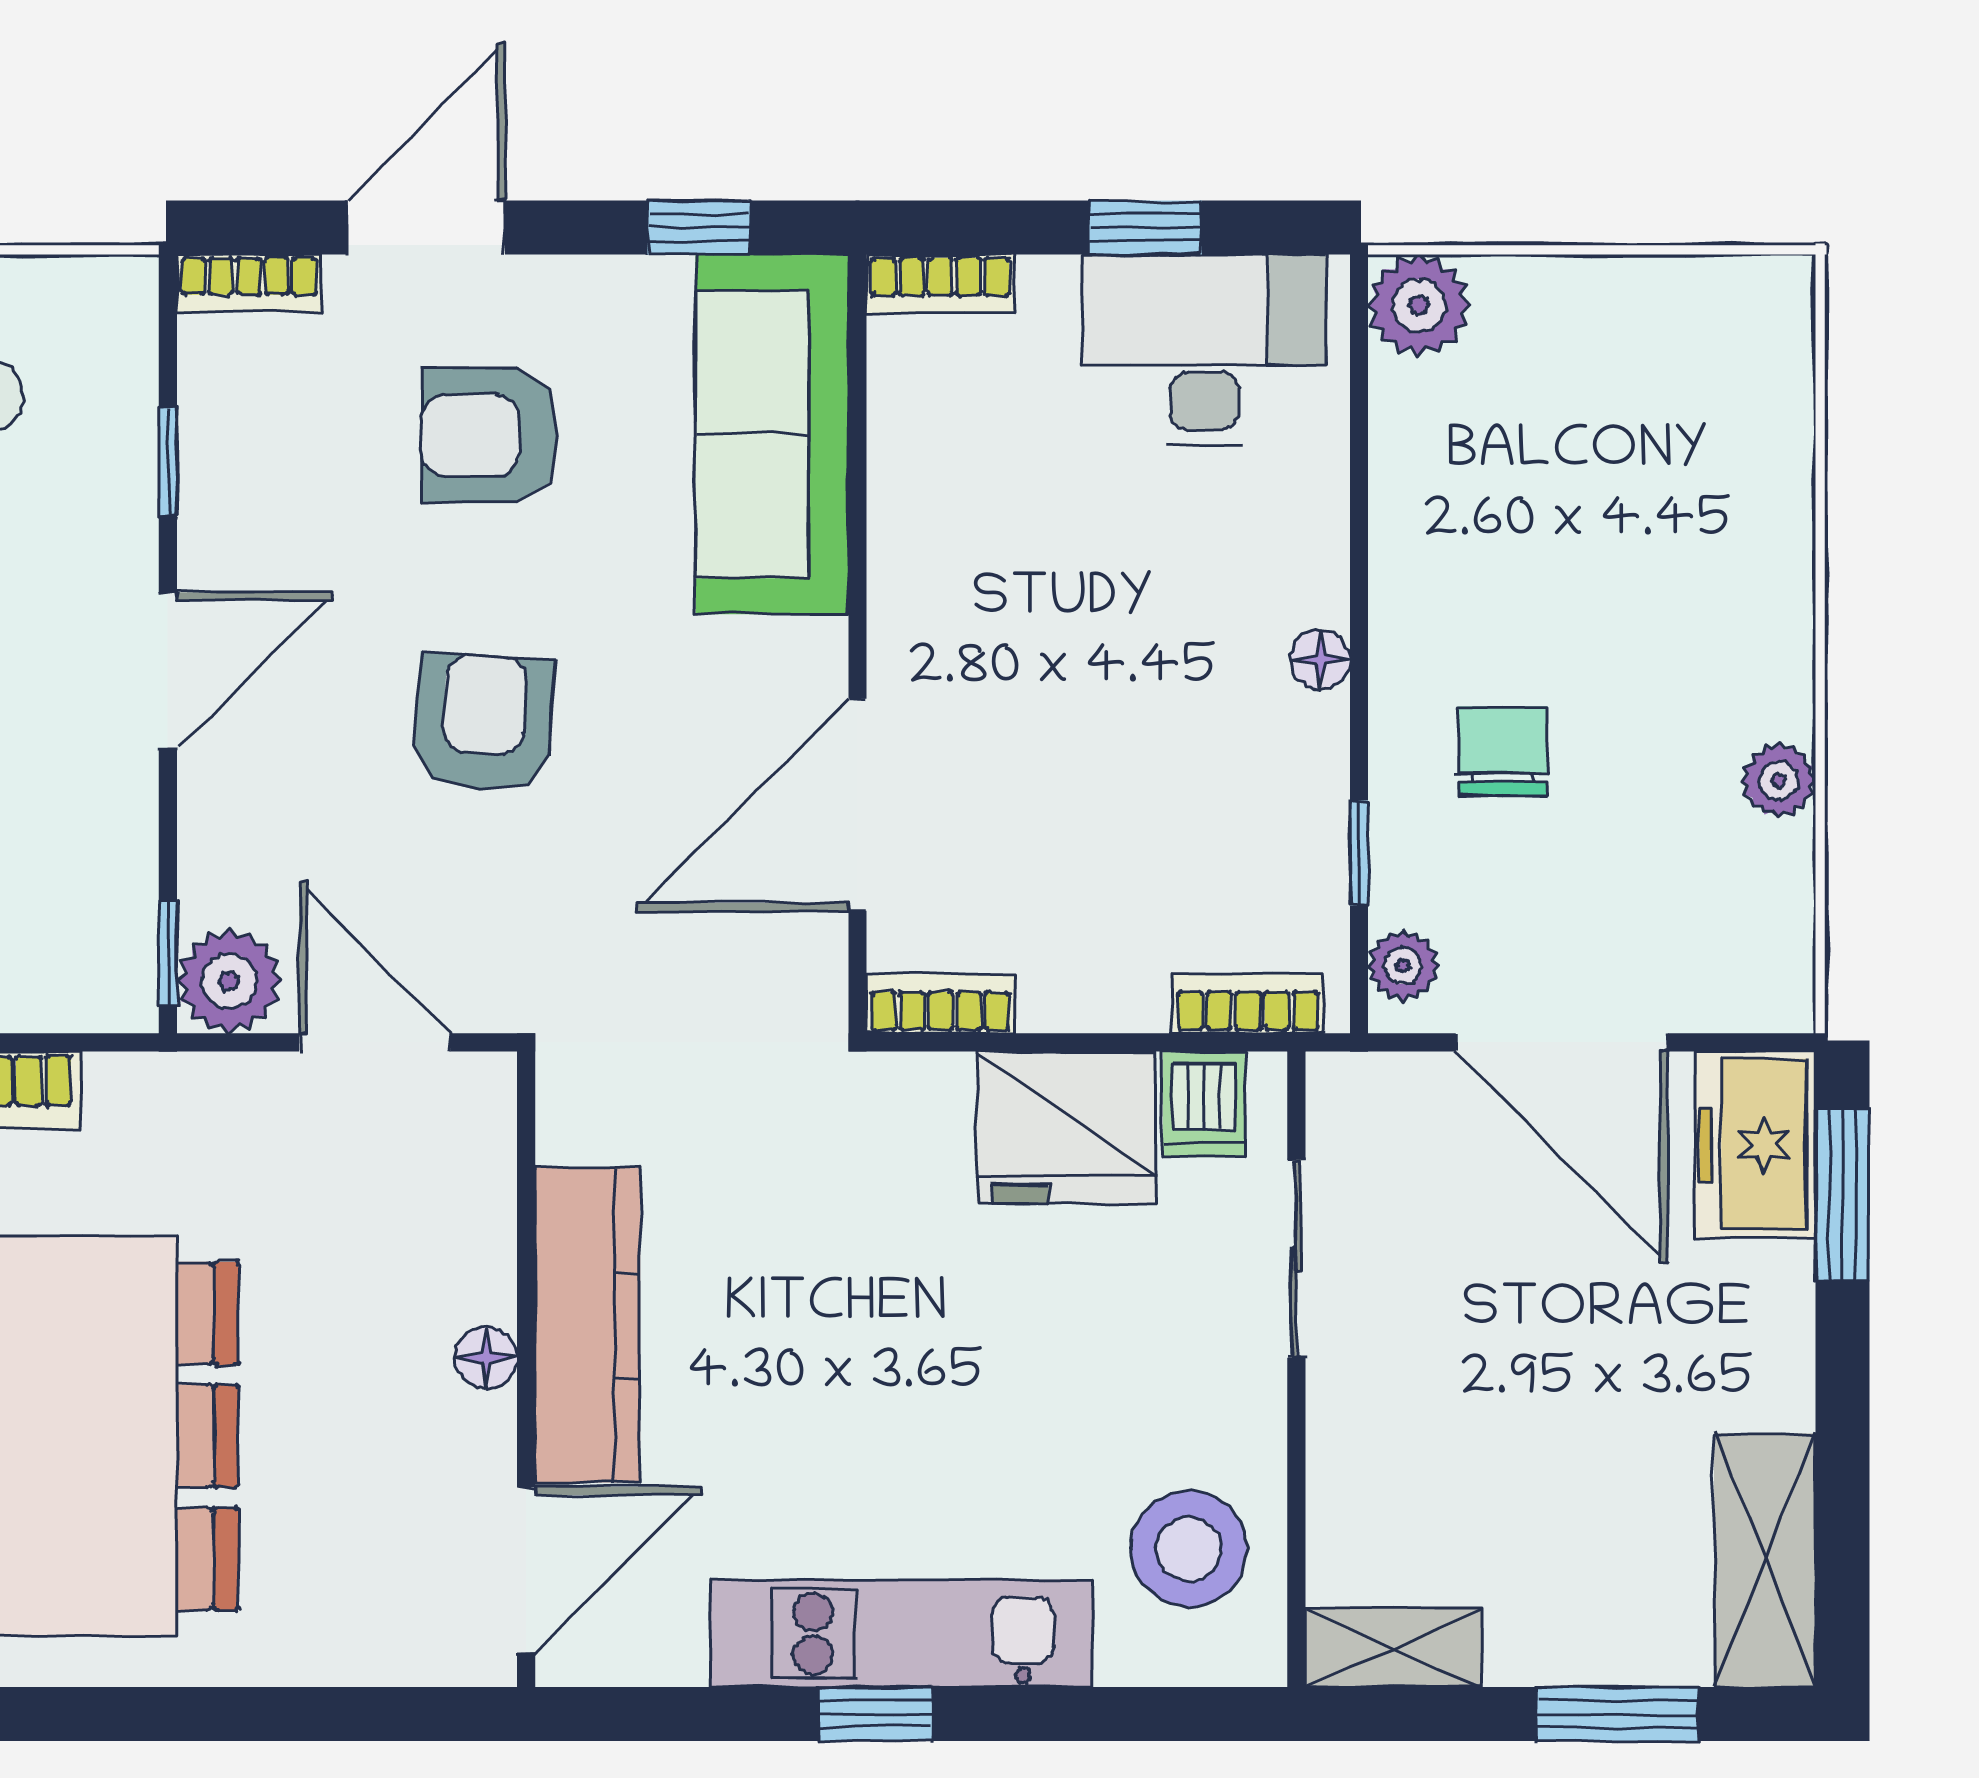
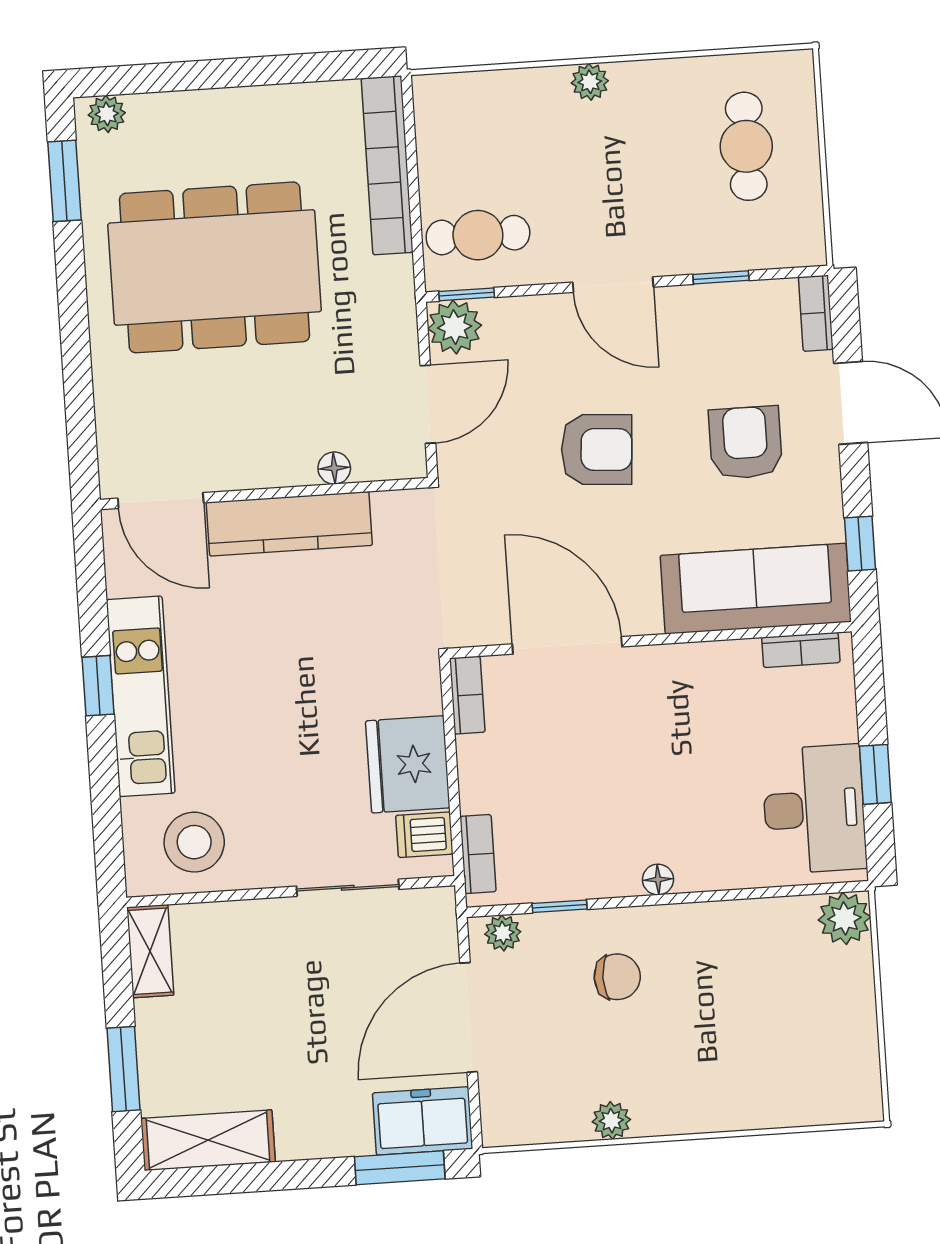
bookcase: (940, 284) -> (801, 650), moved, turned -90
cafe table: (55, 924) -> (478, 235), added
floor lamp: (486, 1357) -> (334, 468), moved

